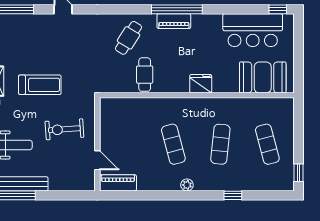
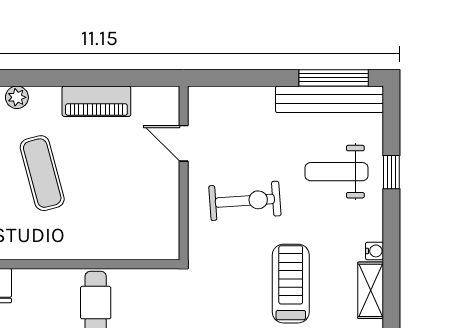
treadmill: (40, 85) -> (291, 284), turned 90
piano: (118, 183) -> (96, 101), moved

